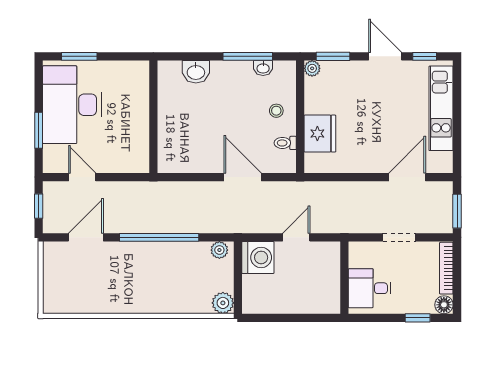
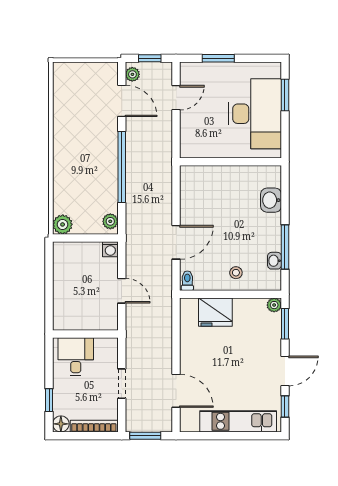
desk: (72, 105) -> (255, 114), moved, turned 90
toilet: (285, 143) -> (187, 281), moved
plant: (56, 225) -> (132, 74), added
washing machine: (258, 257) -> (110, 249), width x0.53, depth x0.53

